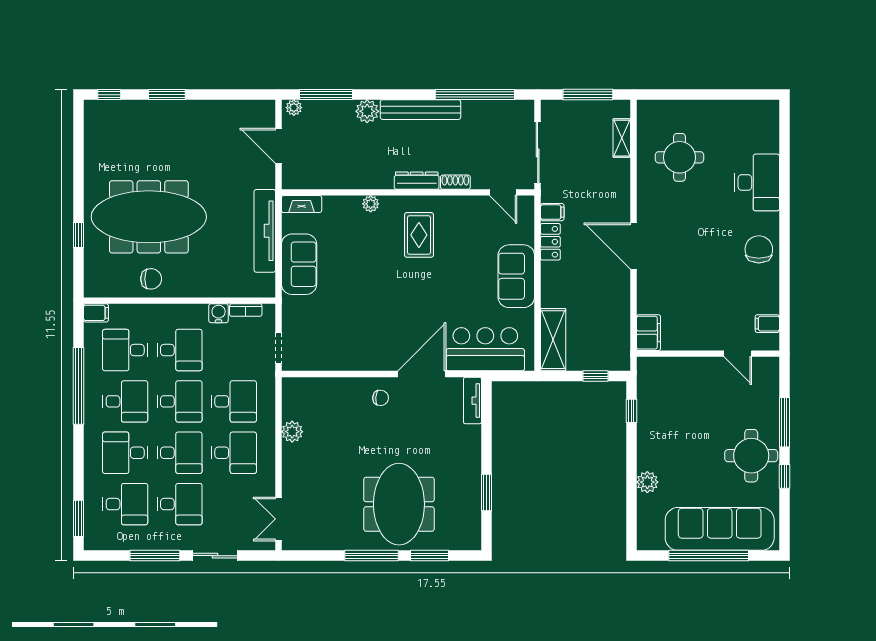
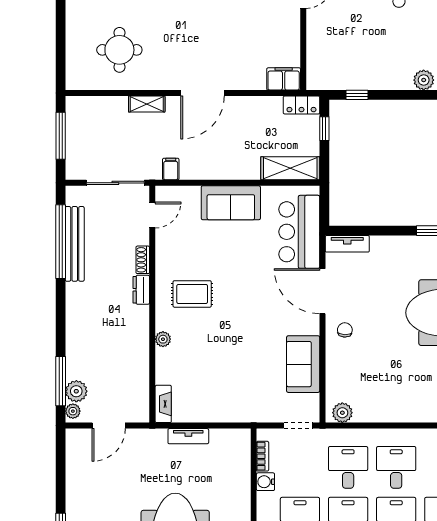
bench: (420, 110) -> (75, 244), moved
plant: (367, 111) -> (76, 391), moved
shelving: (622, 138) -> (147, 104), moved
dresser: (417, 181) -> (141, 290), width x0.70
tv unit: (265, 231) -> (188, 436), width x0.52, depth x0.78
locker: (550, 242) -> (301, 105), moved, turned 180
sofa: (299, 264) -> (303, 364), moved, turned -90
plant: (292, 432) -> (342, 413), moved

